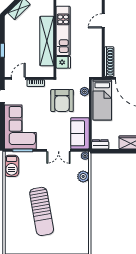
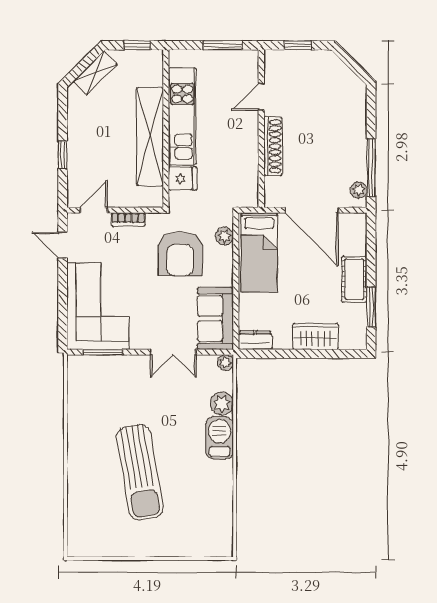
shoe rack: (109, 62) -> (273, 146), moved
barbecue: (12, 166) -> (220, 438), moved, turned 180

